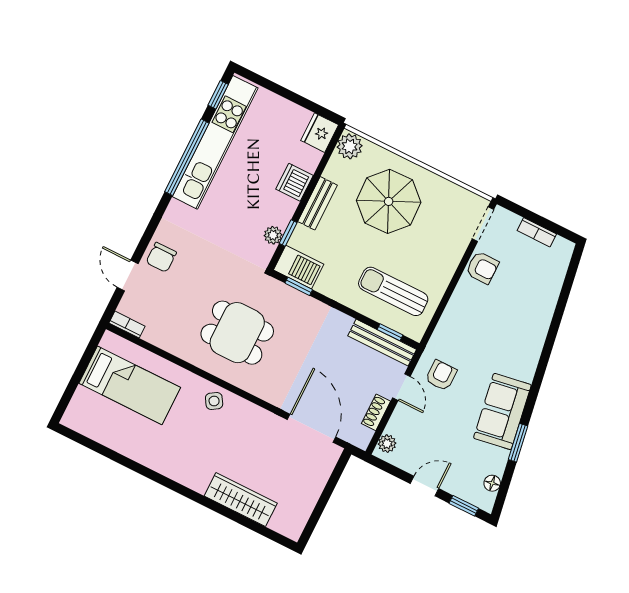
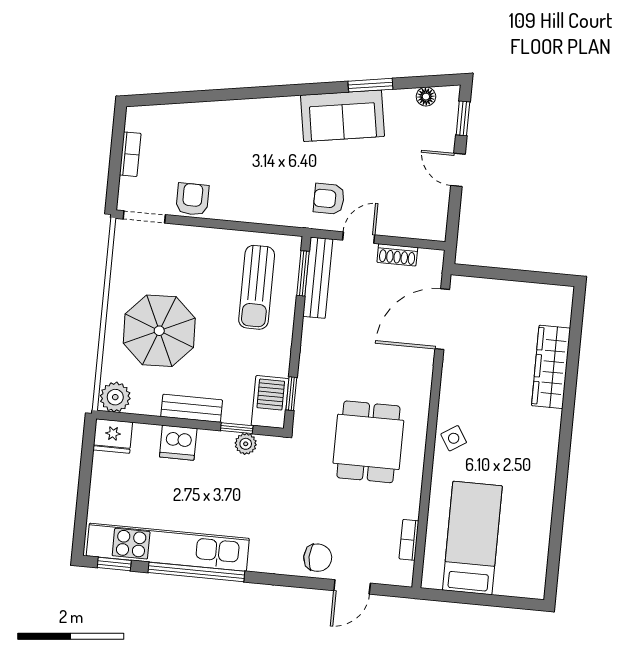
bookcase: (127, 325) -> (409, 540), moved
window: (390, 332) -> (303, 273), width x1.50
plant: (387, 444) -> (427, 229), removed

